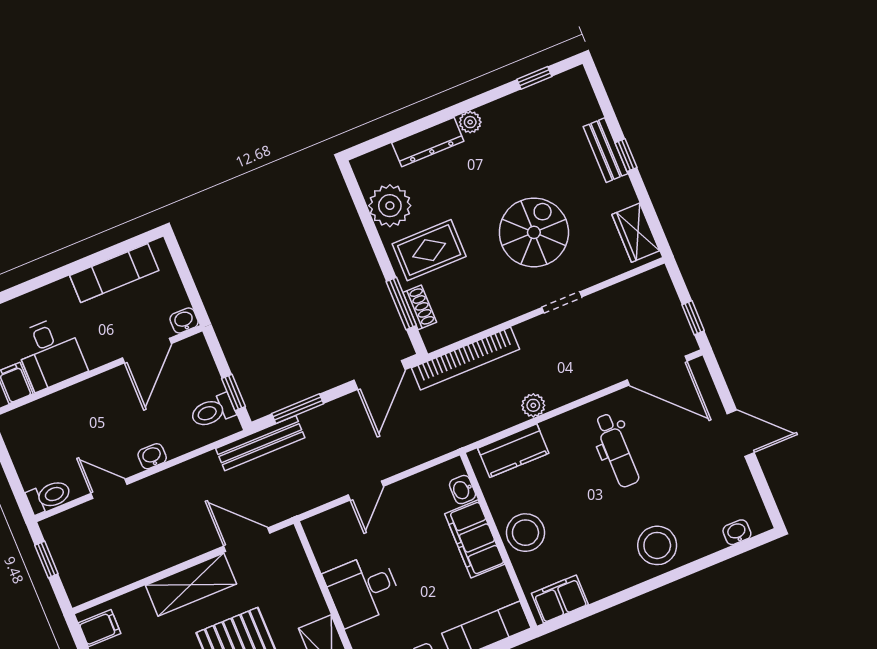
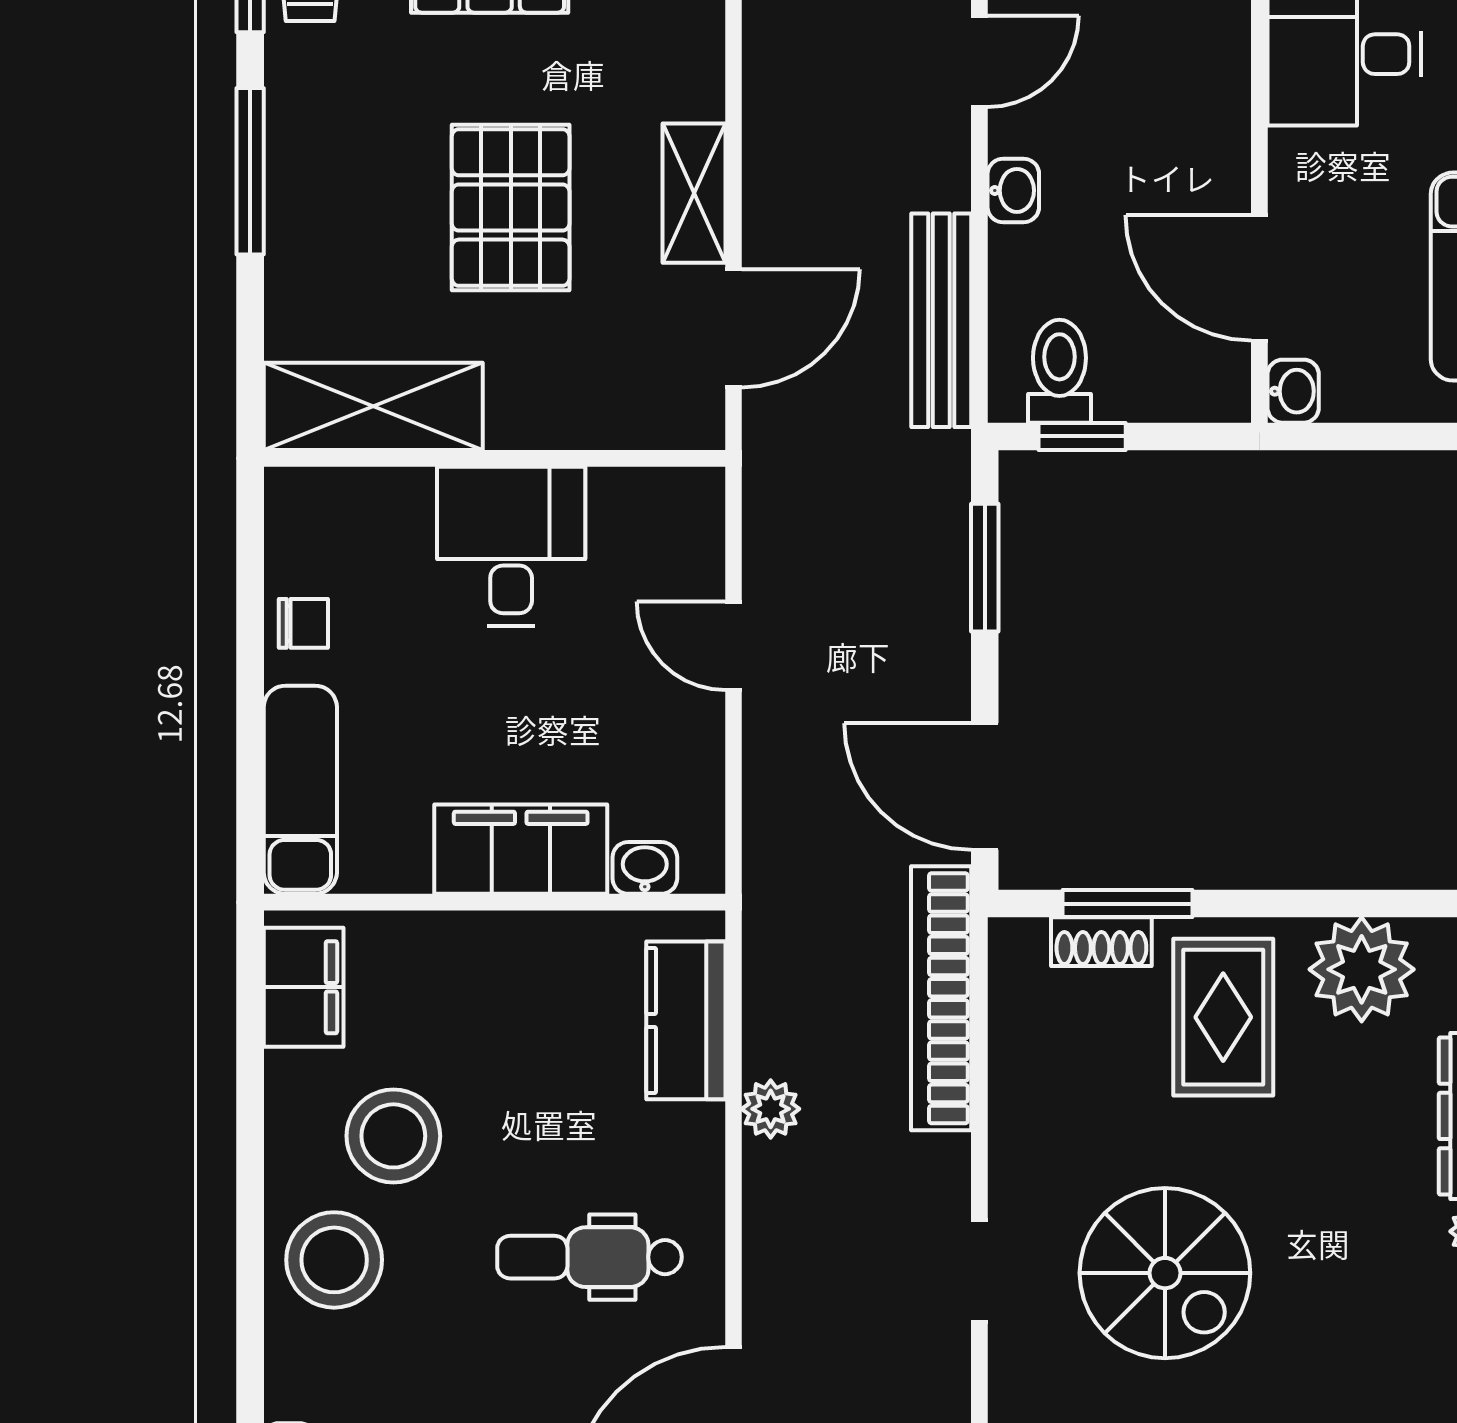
bench: (260, 443) -> (941, 320), moved
stool: (525, 533) -> (393, 1136), moved
shelving: (191, 585) -> (694, 193), width x0.67, depth x0.75

